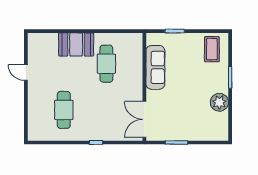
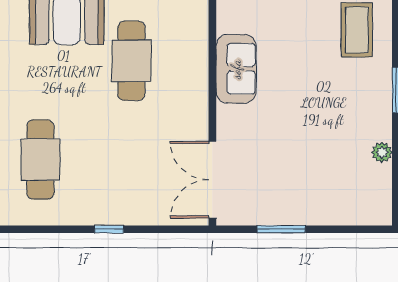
sofa: (155, 67) -> (236, 69), width x0.73
plant: (219, 102) -> (382, 152), width x0.53, depth x0.53

